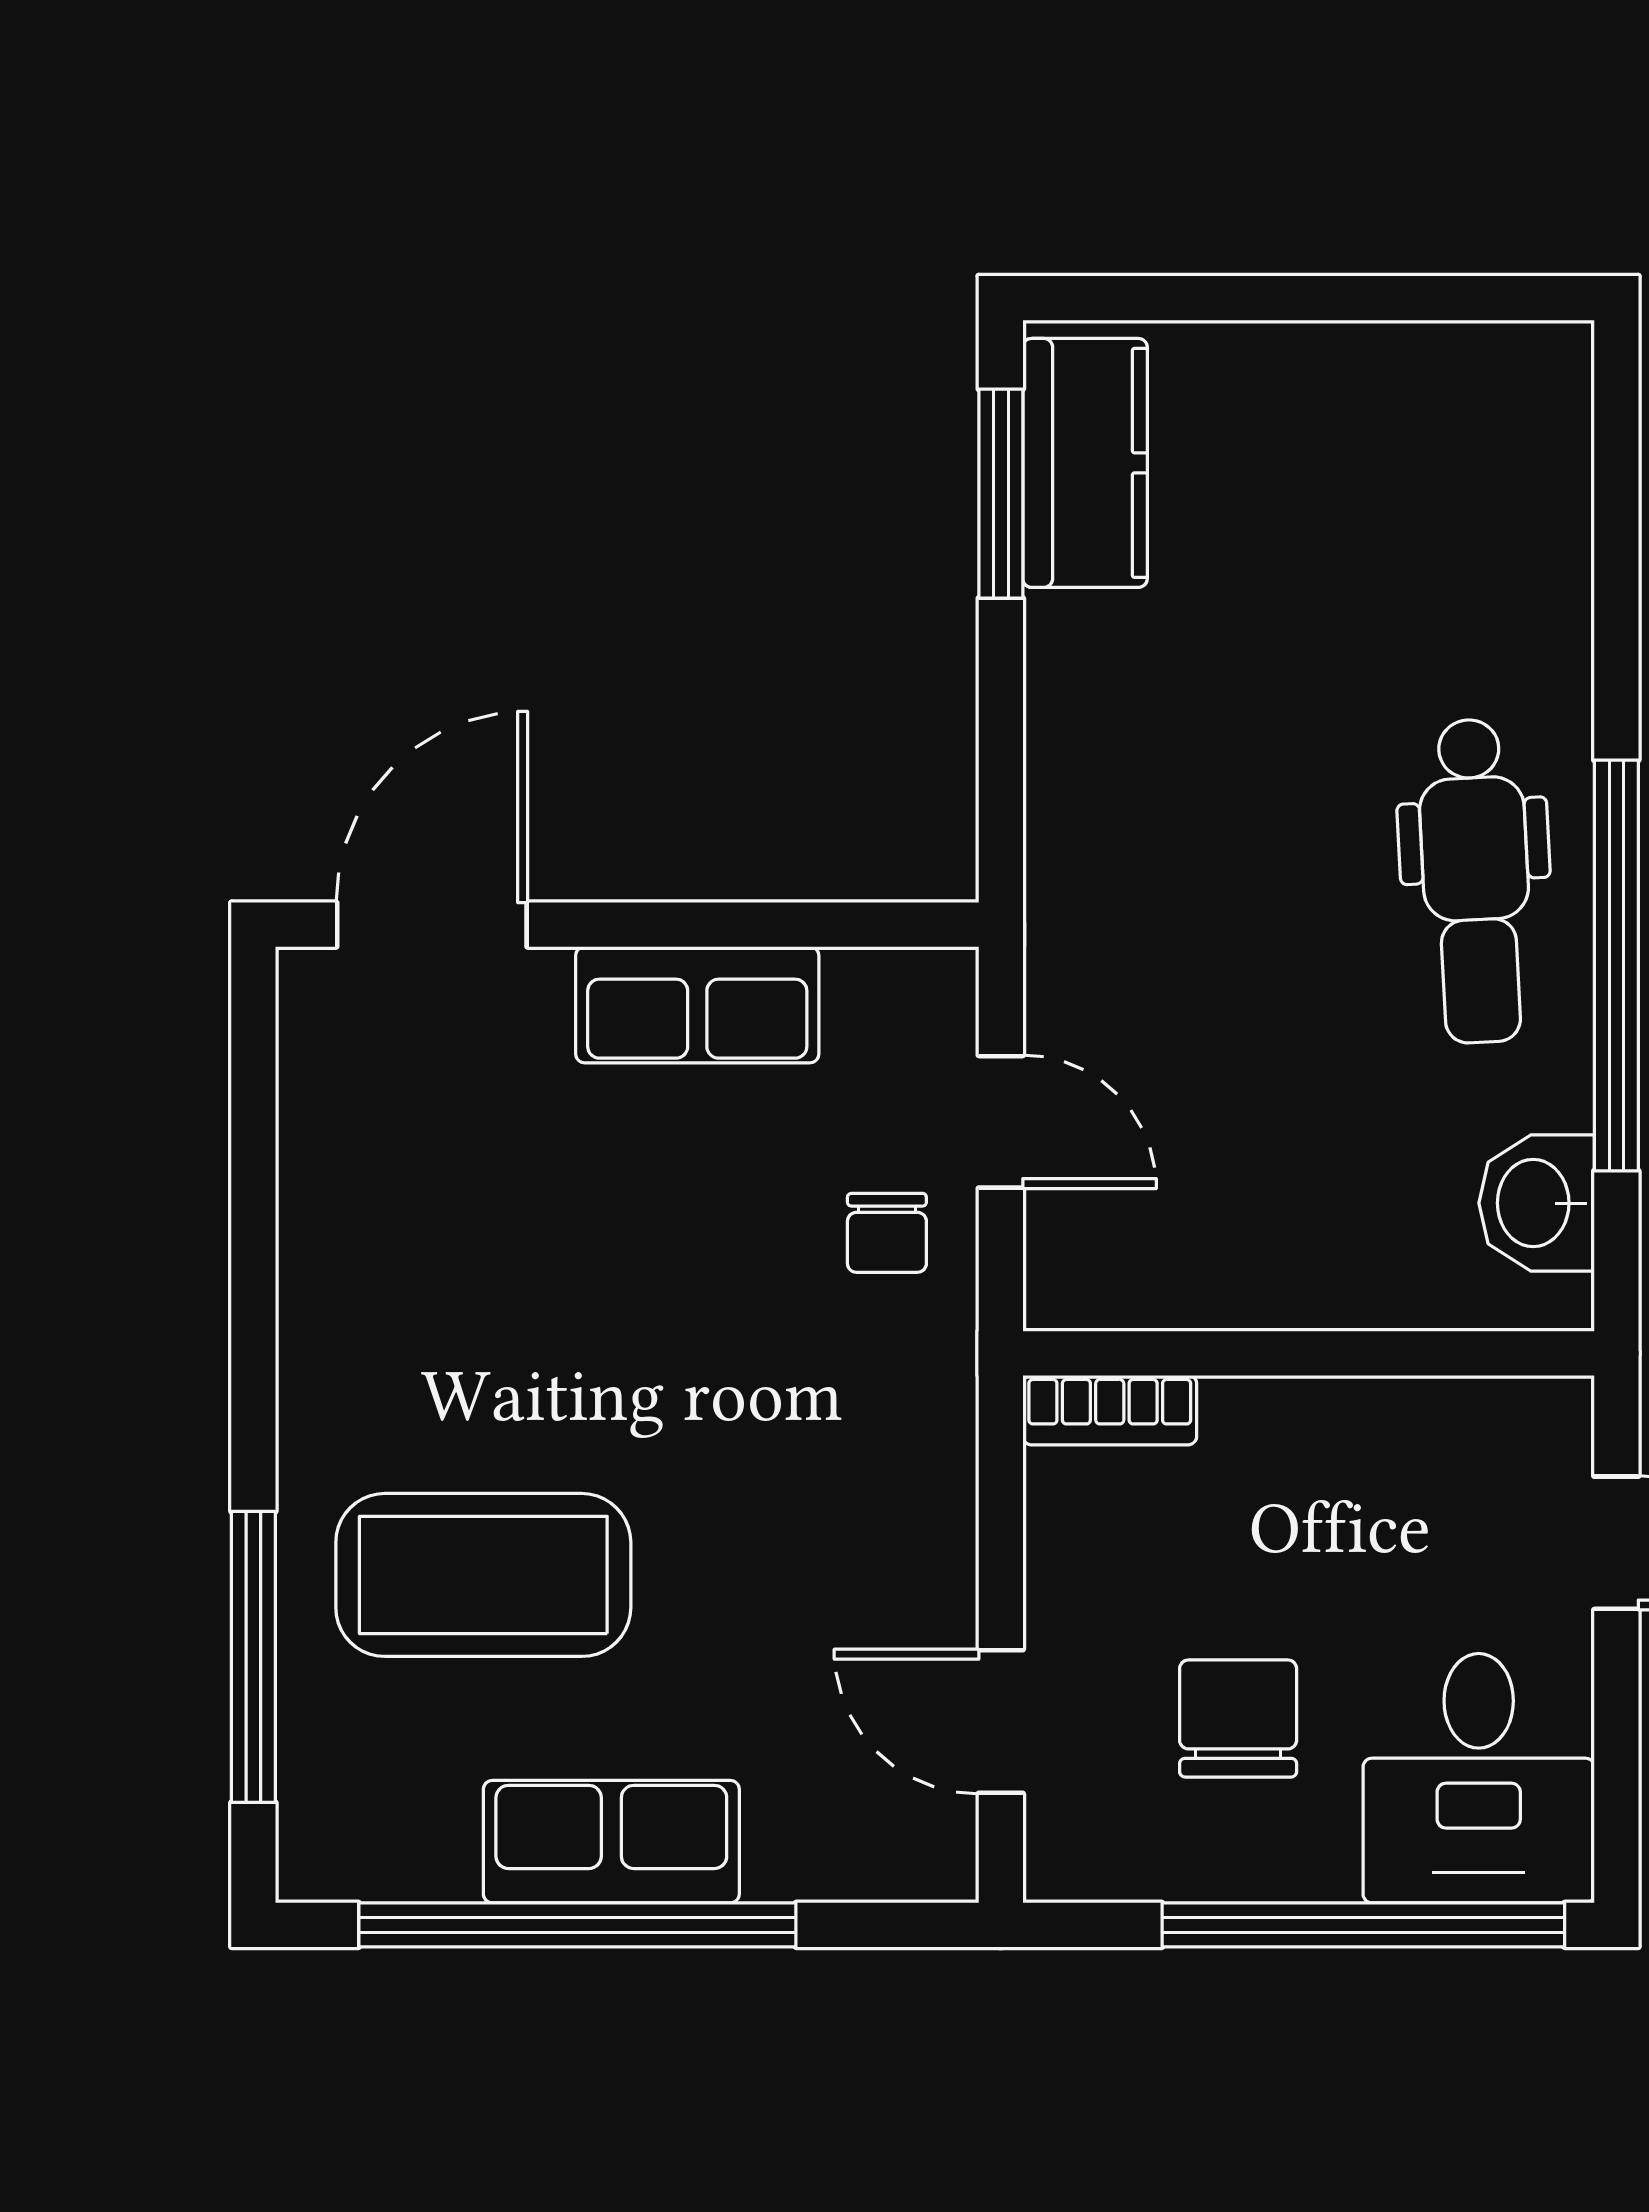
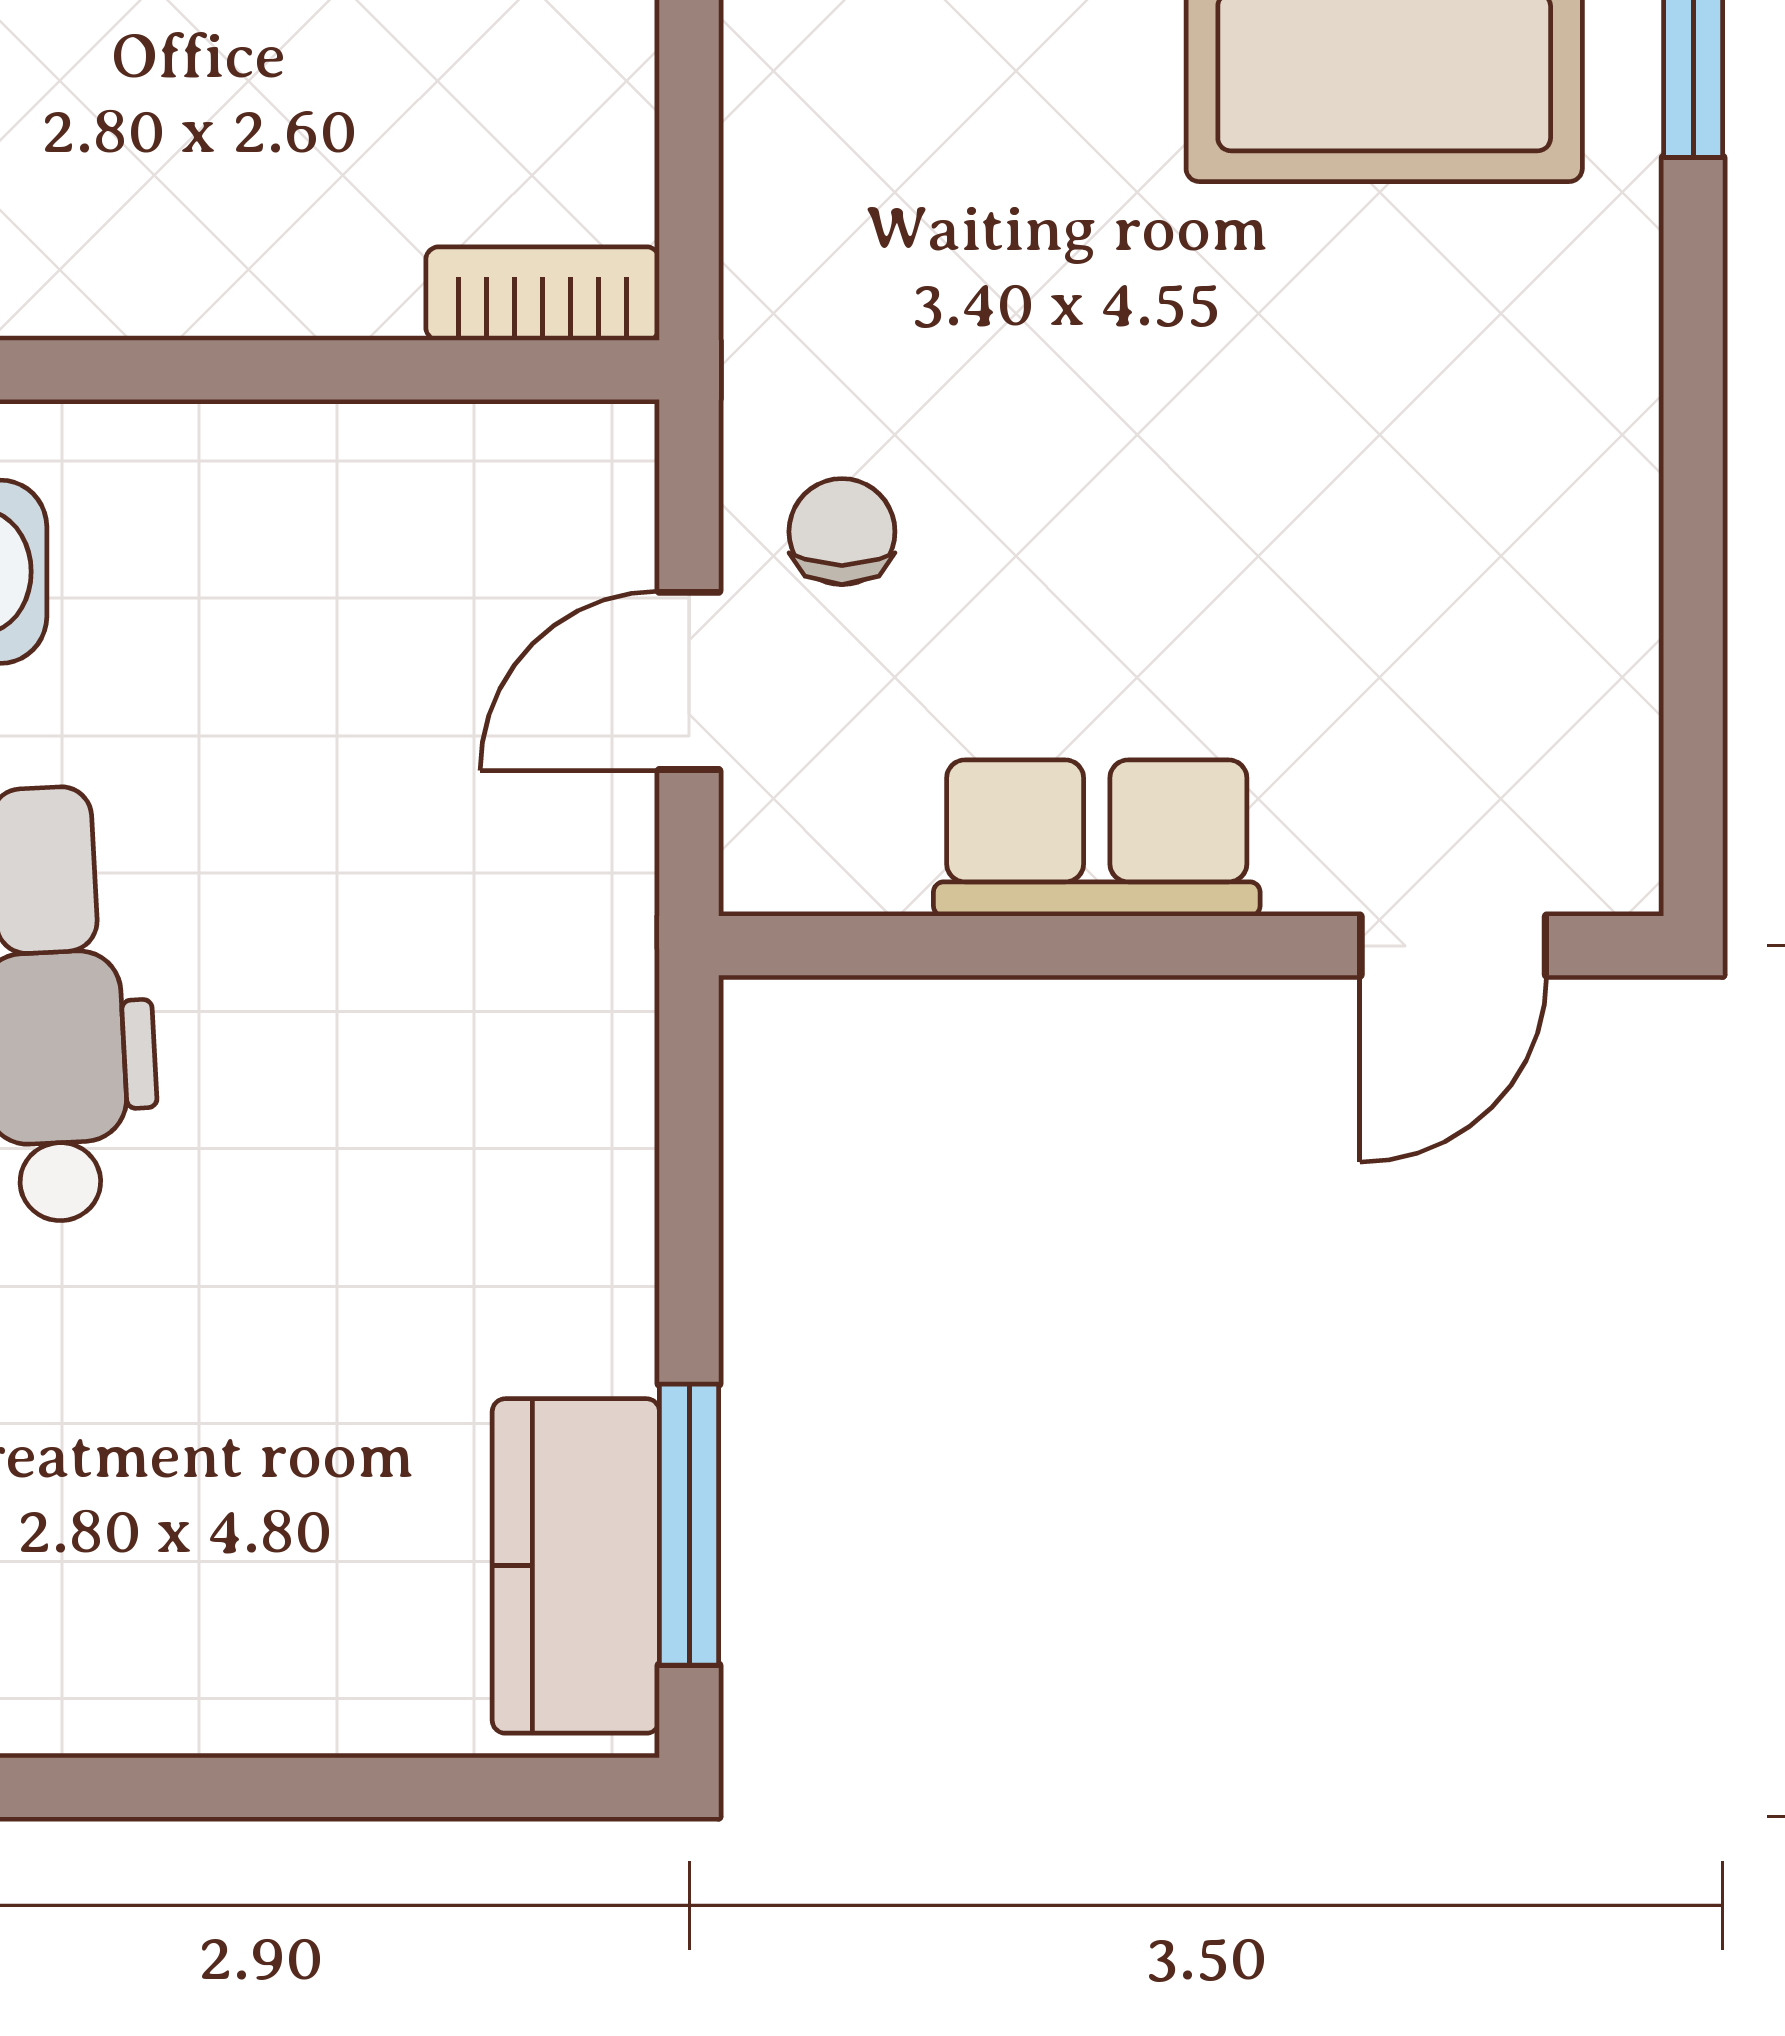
door: (432, 925) -> (1453, 946), width x0.73
door: (1001, 1122) -> (689, 681), hinge flipped

